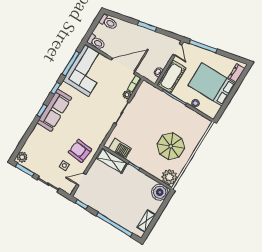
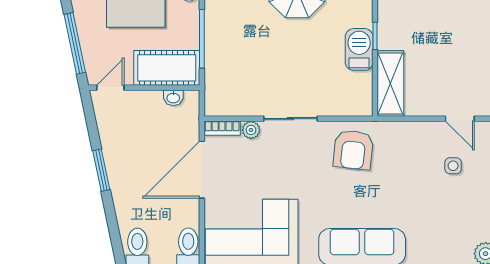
door: (123, 66) -> (202, 170), hinge flipped
barbecue: (120, 149) -> (359, 49), moved
armchair: (80, 151) -> (353, 150), moved

